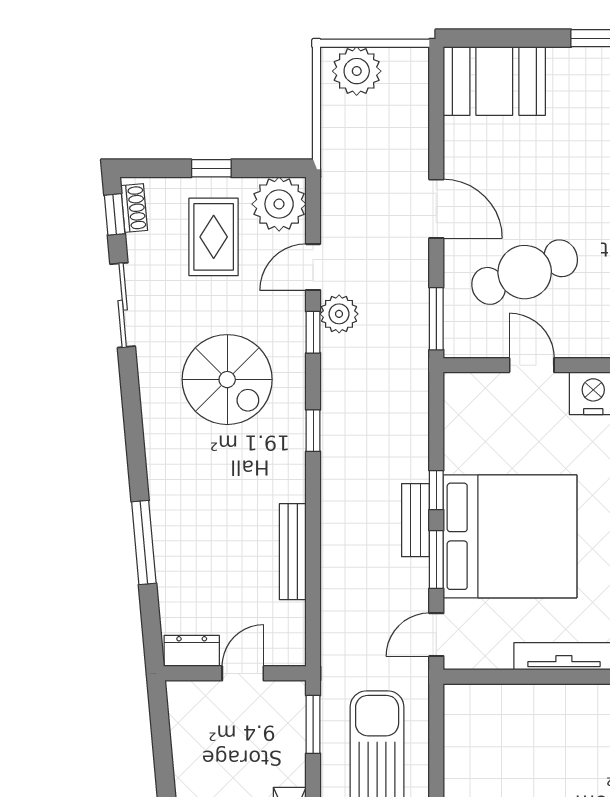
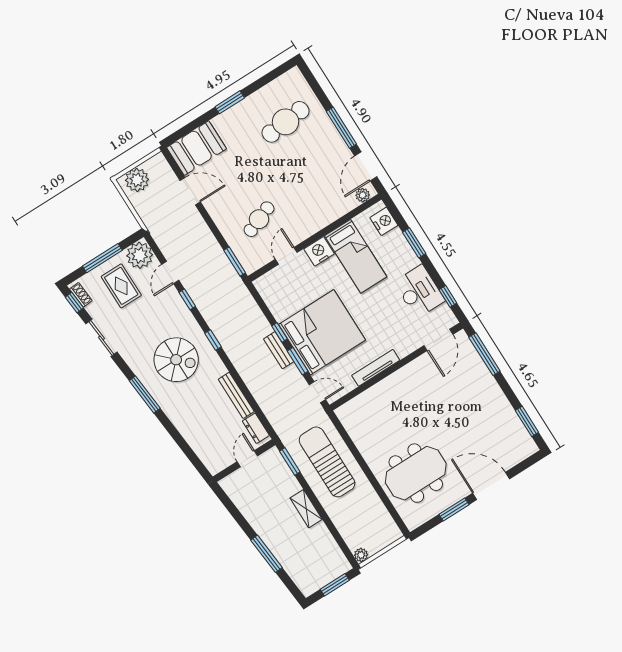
window: (211, 168) -> (102, 258), width x2.17
door: (436, 209) -> (190, 191), moved
cafe table: (525, 272) -> (259, 219), width x0.73, depth x0.74
plant: (339, 314) -> (193, 285), removed
door: (532, 365) -> (286, 256), hinge flipped
spiral stairs: (227, 380) -> (176, 360), moved
window: (144, 542) -> (145, 394), moved
door: (436, 635) -> (317, 392), swing flipped
dresser: (192, 651) -> (256, 428), moved, turned -90

